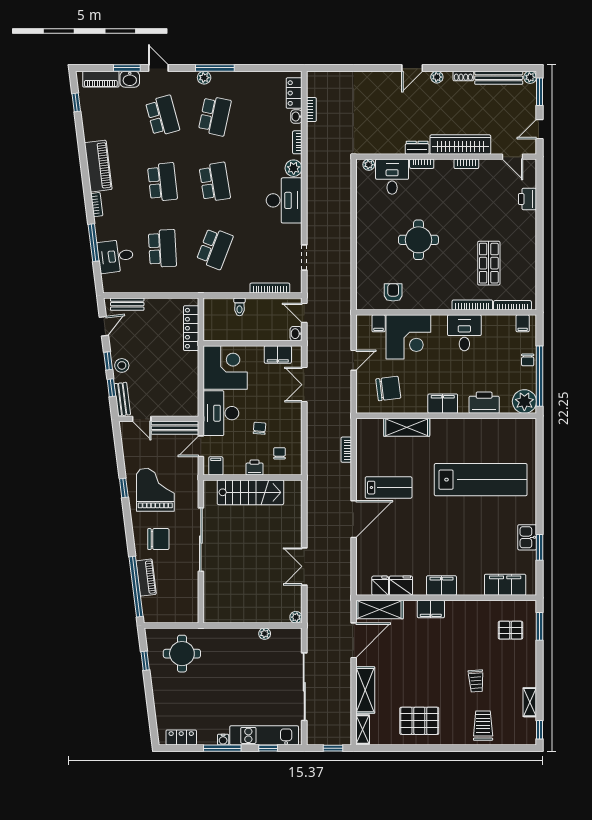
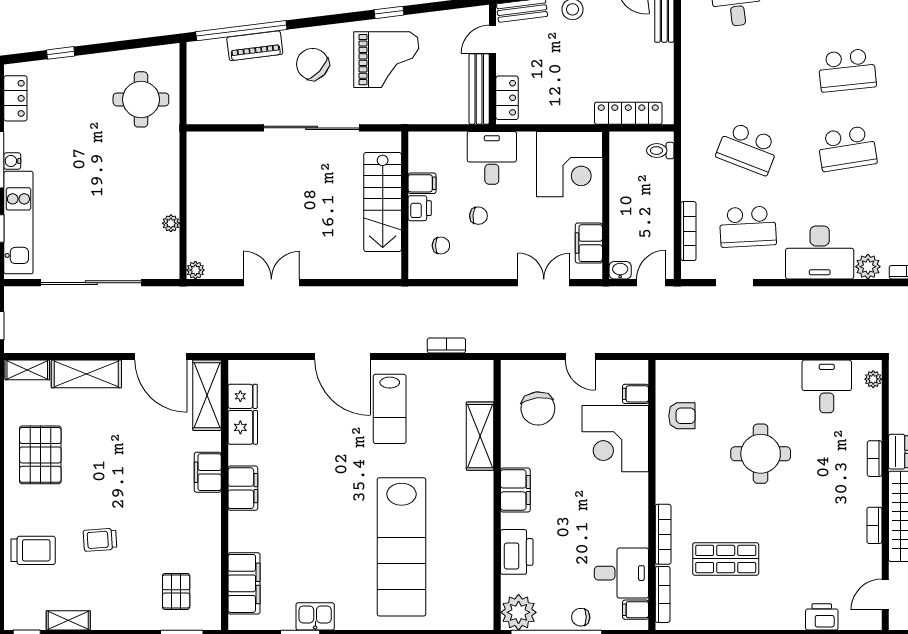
desk: (392, 177) -> (827, 386), moved, turned -90
school desk: (162, 248) -> (748, 227), moved
toilet: (239, 307) -> (660, 151), moved
desk: (464, 333) -> (621, 573), moved
locker: (181, 409) -> (507, 98), added
desk: (221, 413) -> (492, 158), width x0.73
door: (201, 446) -> (451, 128), removed
filing cabinet: (216, 466) -> (422, 183), moved
chair: (158, 539) -> (313, 64), turned 133
window: (145, 661) -> (61, 53), moved

